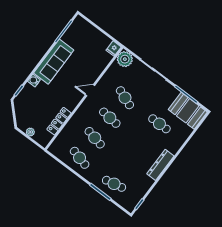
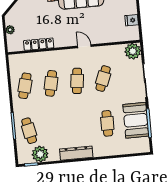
fridge: (114, 49) -> (132, 20), moved
booth: (188, 111) -> (136, 120), moved
plant: (138, 191) -> (40, 154), added

